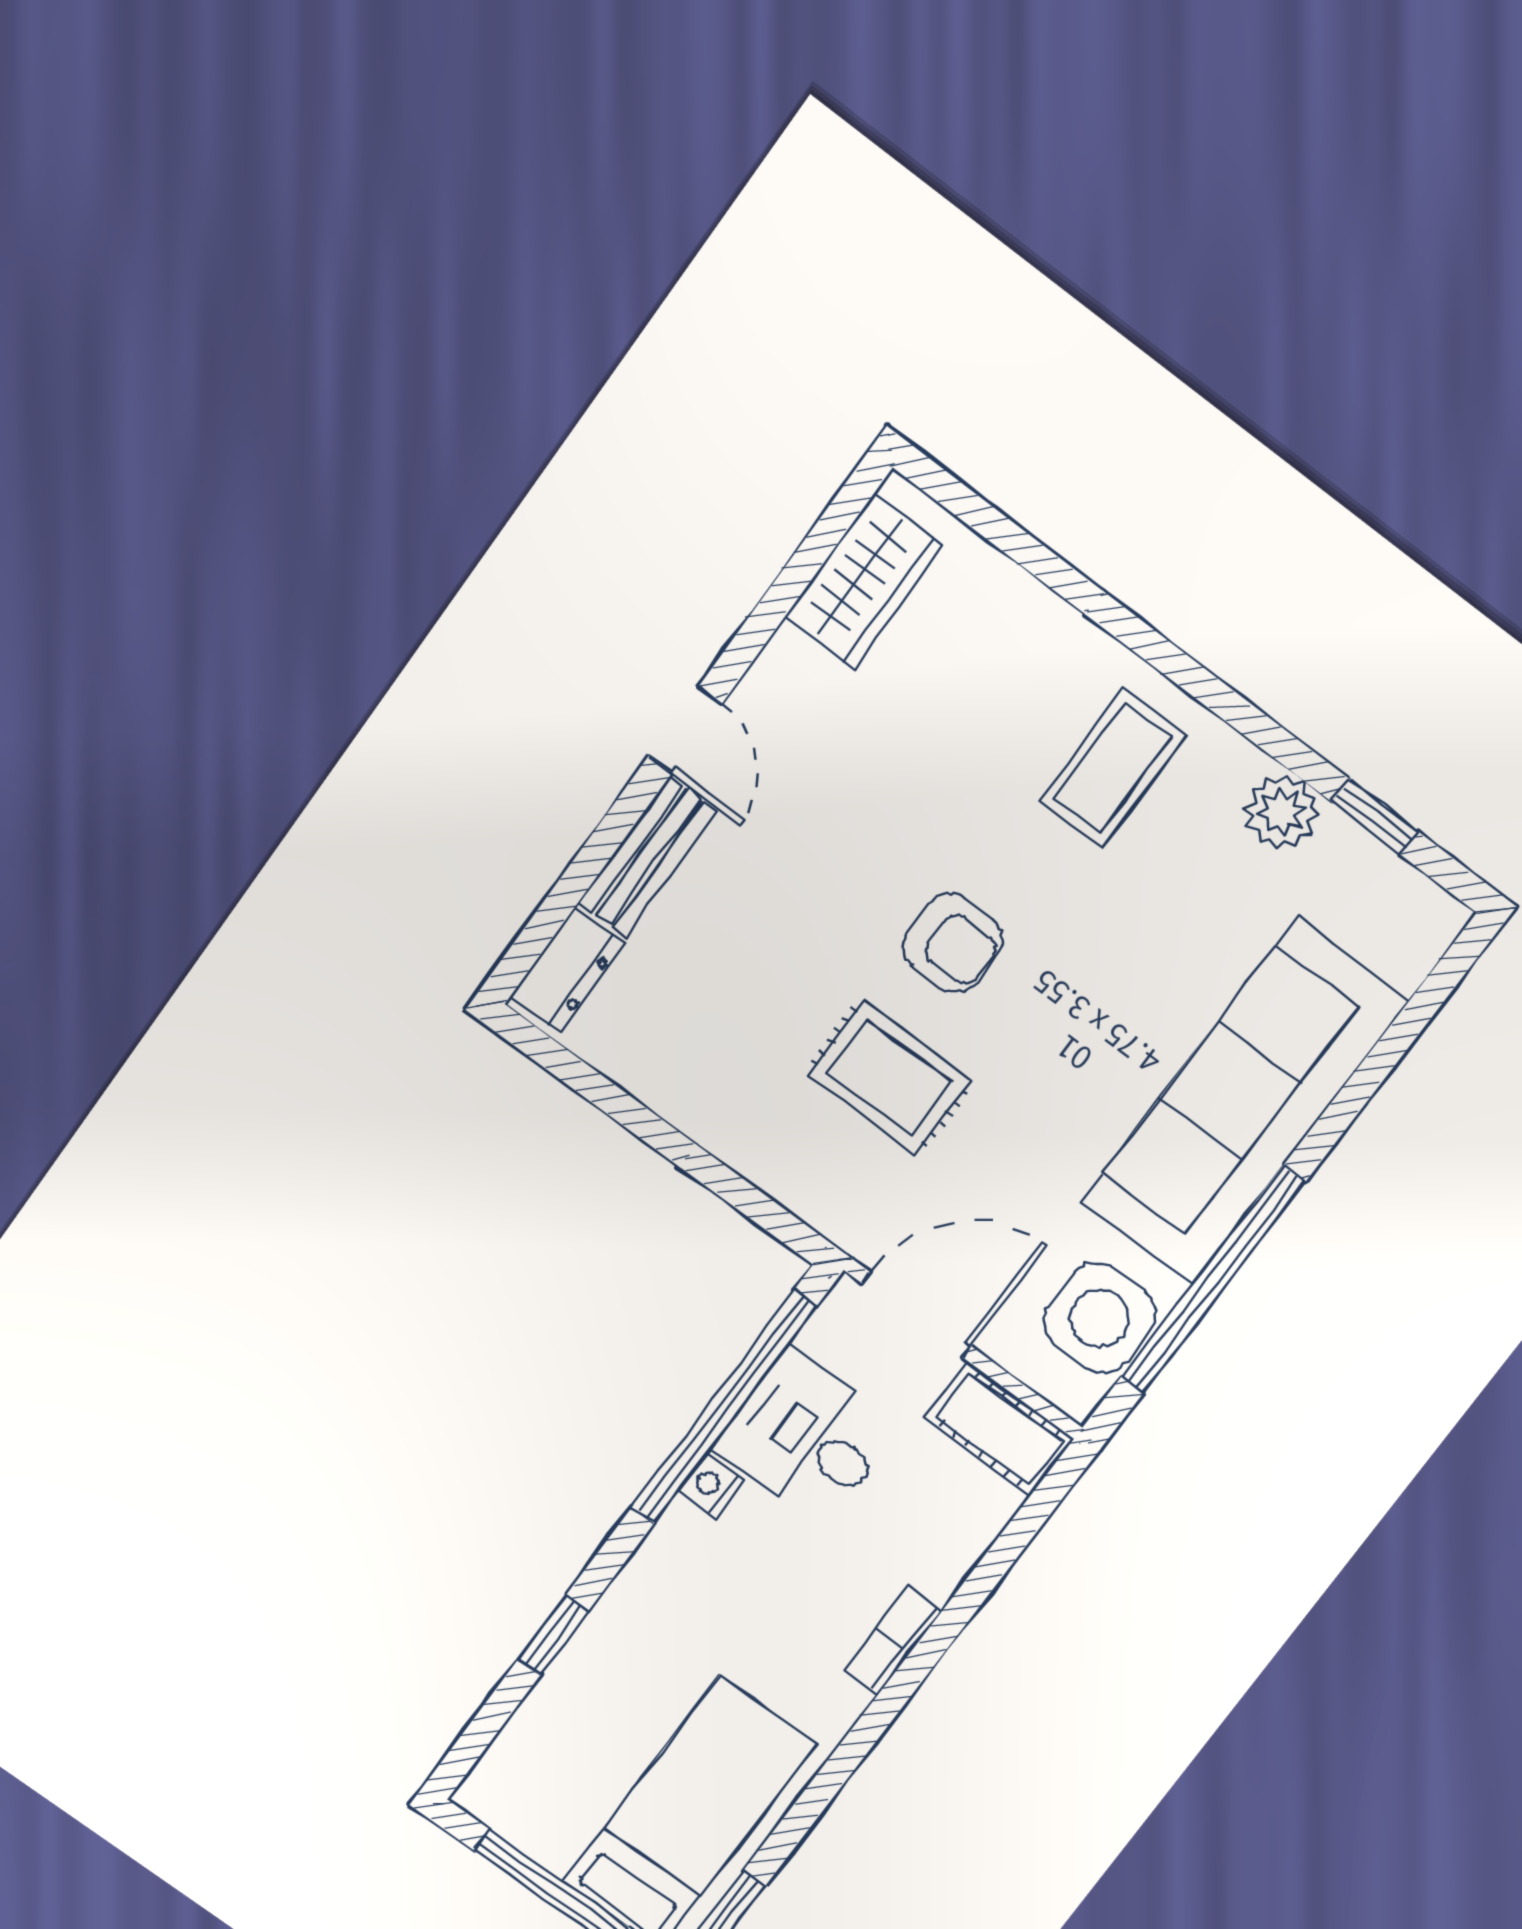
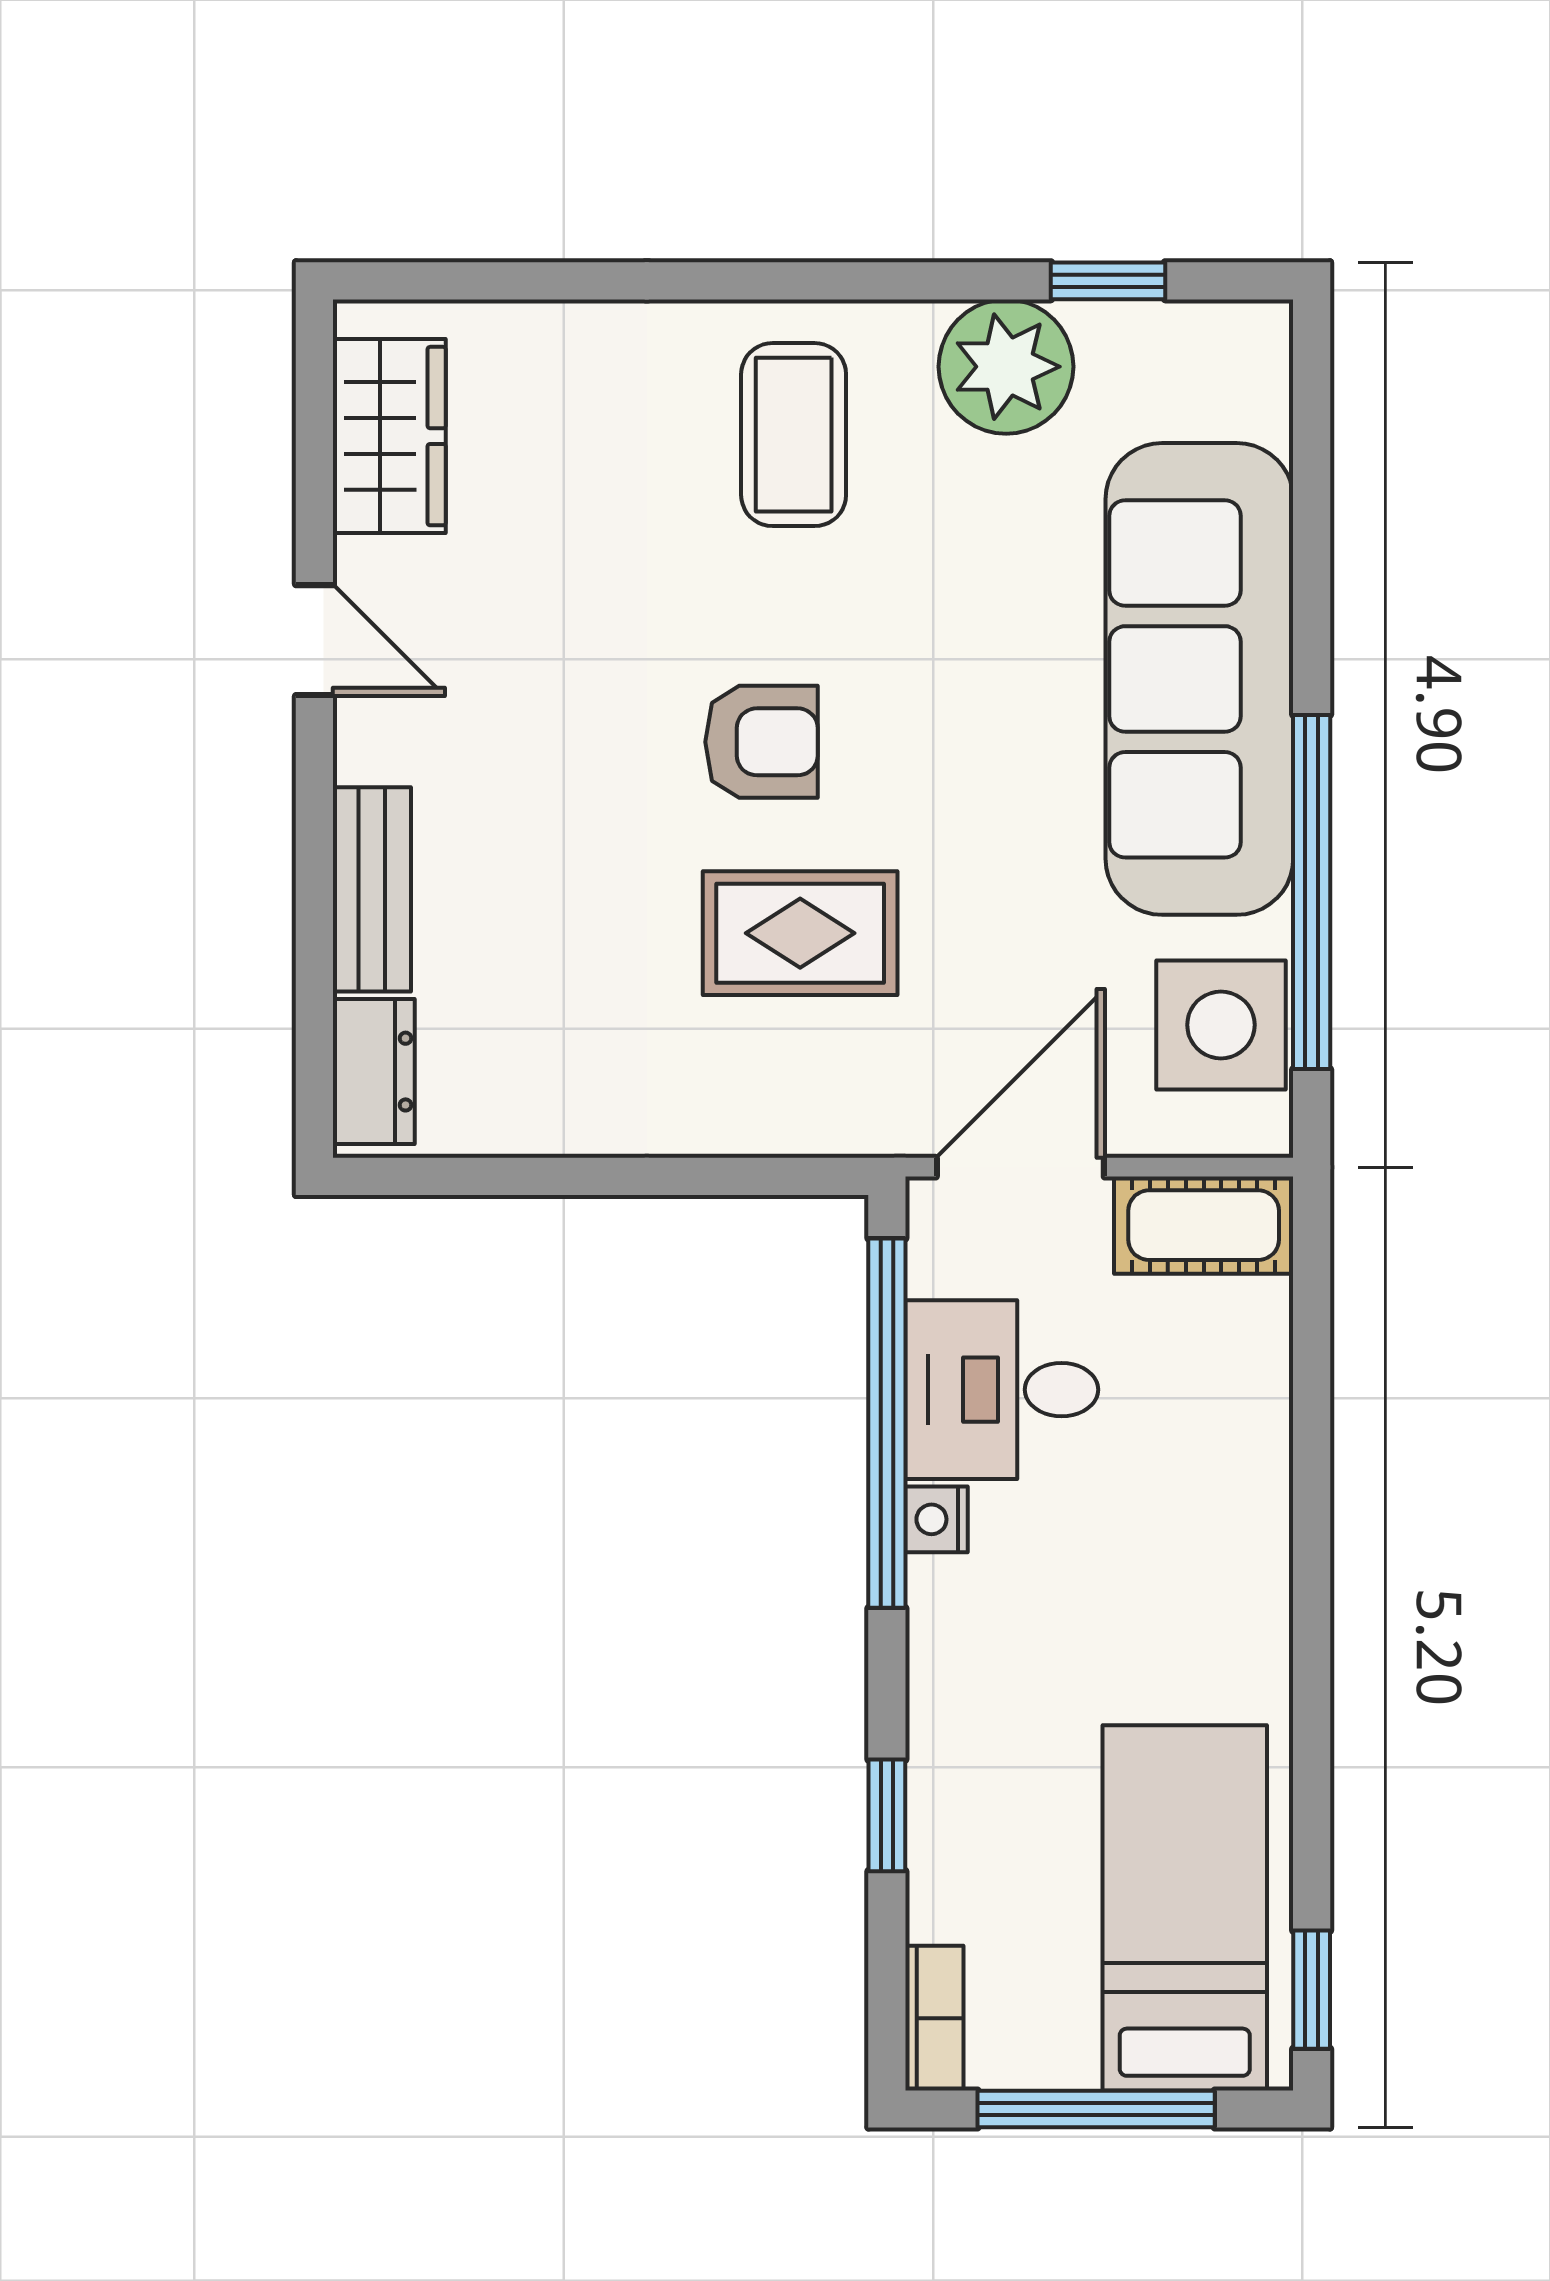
door: (685, 730) -> (314, 640), moved
plant: (1282, 812) -> (1006, 367), width x1.36, depth x1.36
bookcase: (893, 1641) -> (934, 2018), moved, turned 180

